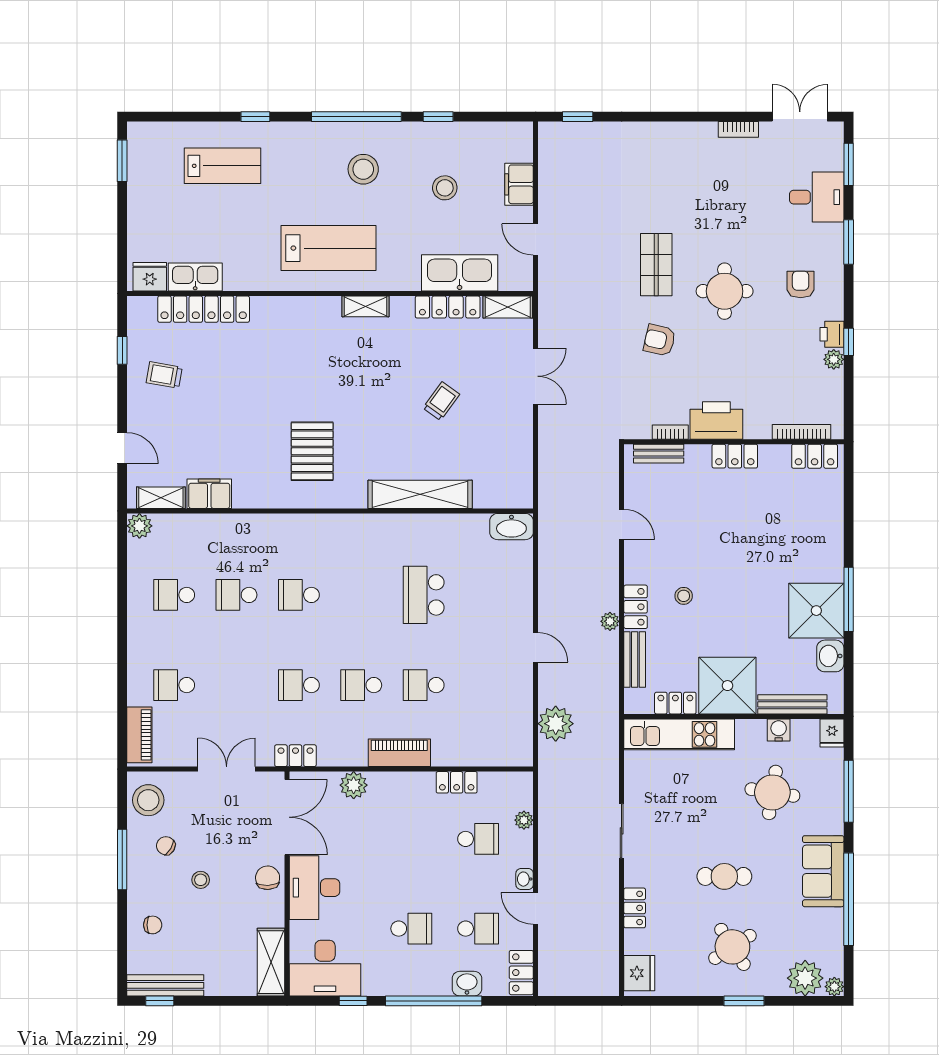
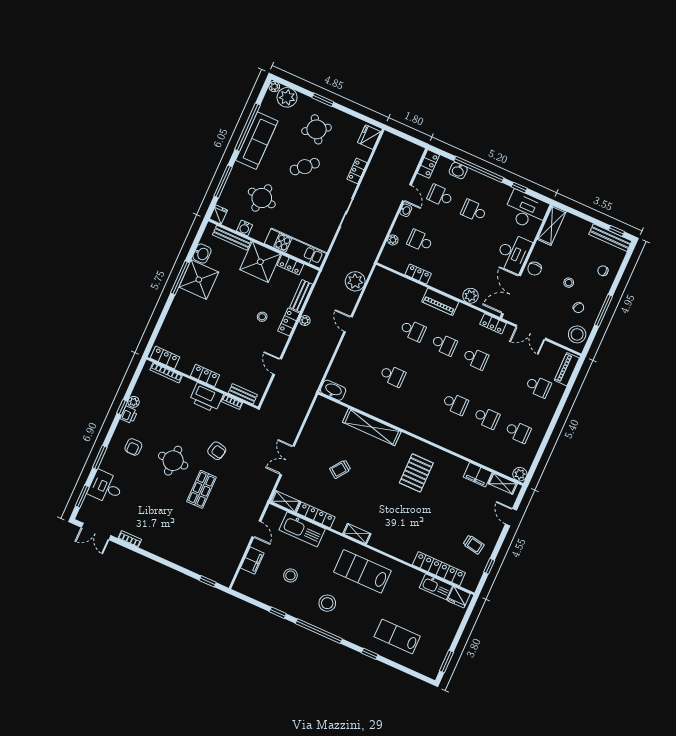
school desk: (424, 595) -> (393, 376), width x0.54
sofa: (823, 871) -> (257, 141), width x1.36
cafe table: (724, 876) -> (305, 167), turned -43

